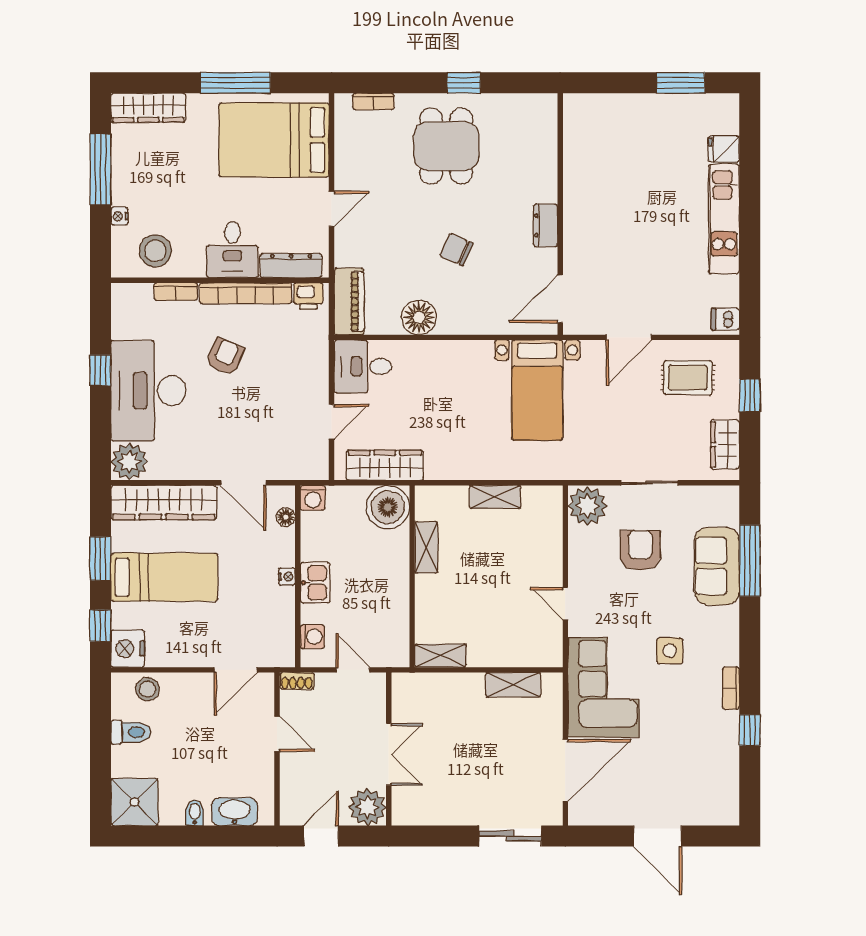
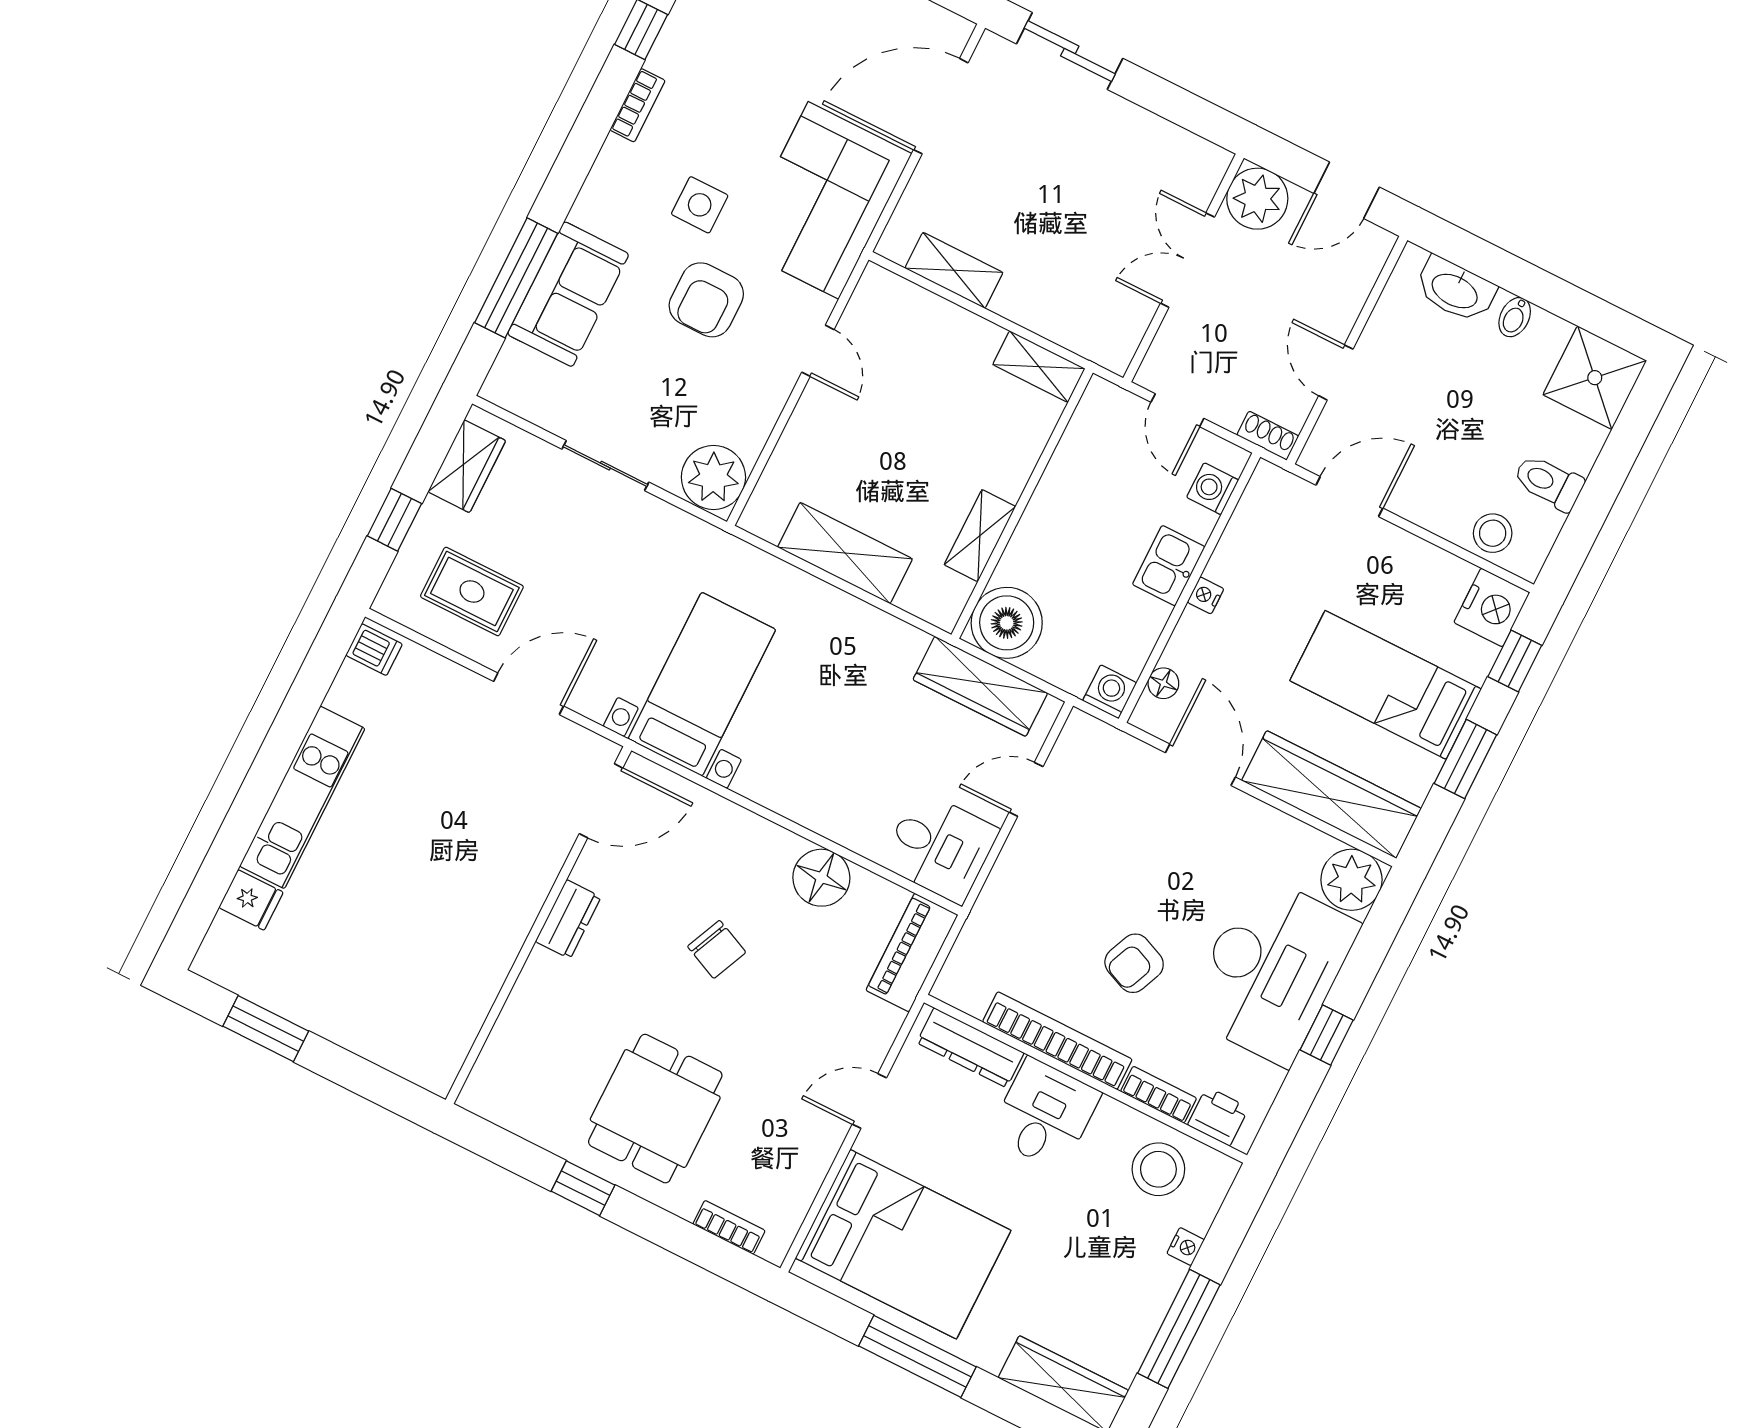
printer: (308, 296) -> (1218, 1116), moved
shelving: (495, 497) -> (845, 553), width x1.50, depth x1.33
armchair: (640, 550) -> (706, 300), moved

